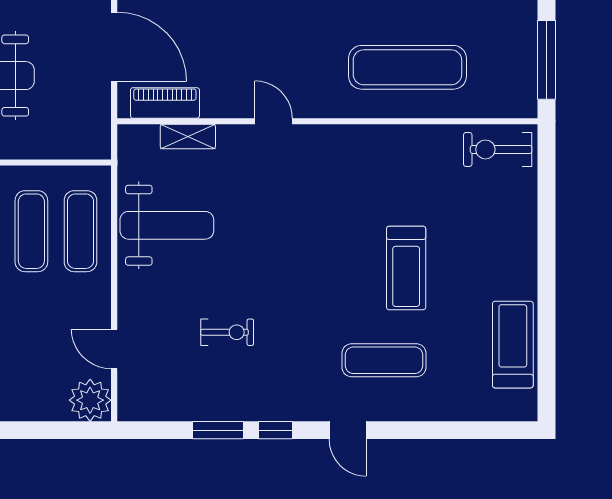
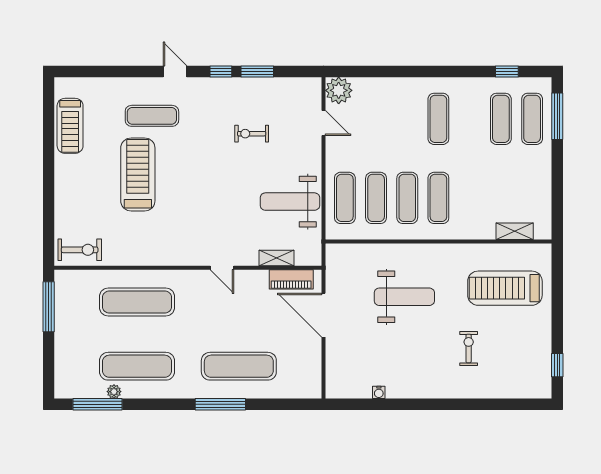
treadmill: (406, 268) -> (138, 174), width x1.37, depth x1.38

